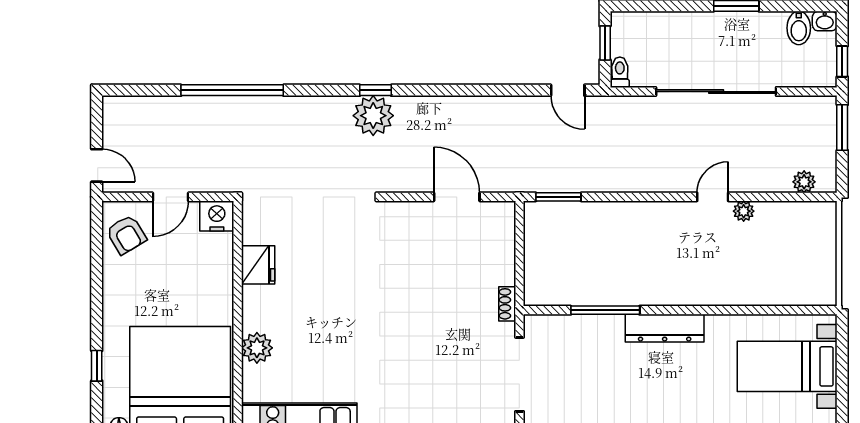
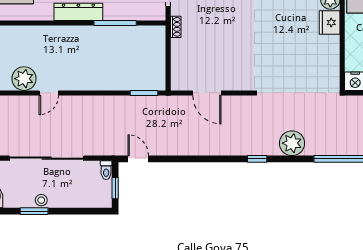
stool: (725, 24) -> (41, 200), added
plant: (373, 116) -> (292, 143), moved
plant: (744, 211) -> (24, 79), width x1.88, depth x1.88
fridge: (258, 265) -> (330, 22), moved

